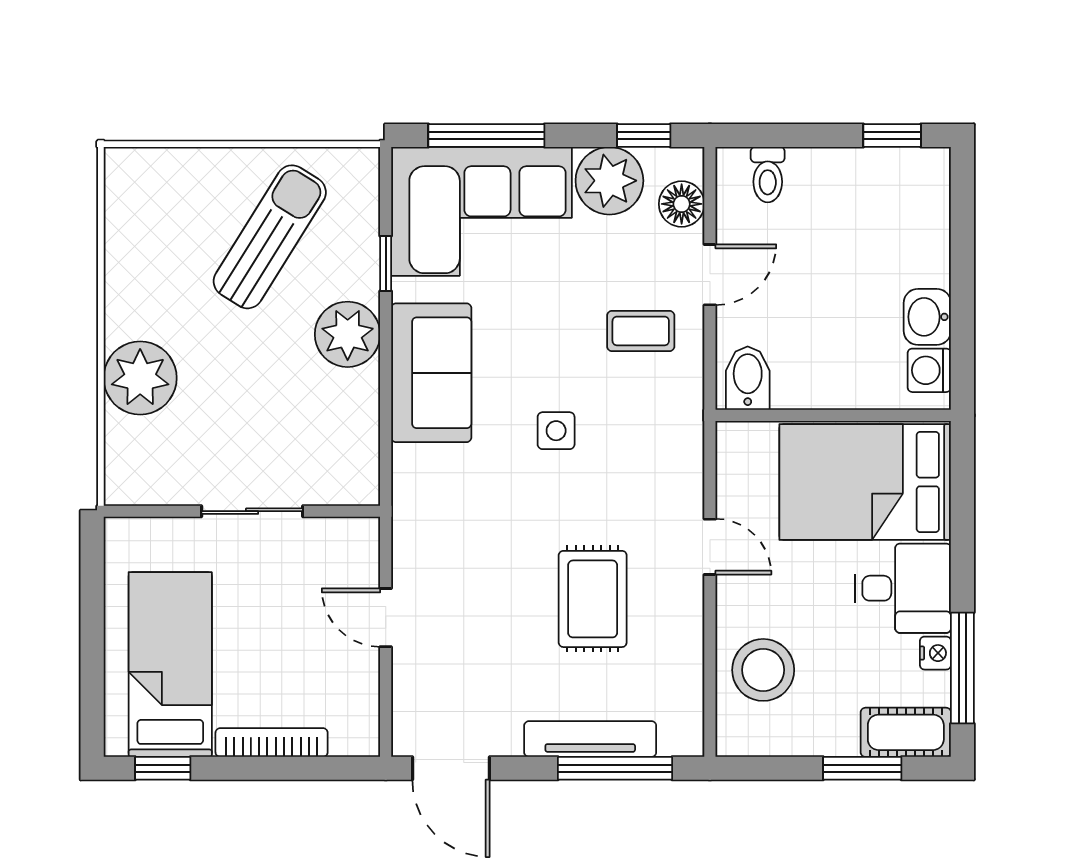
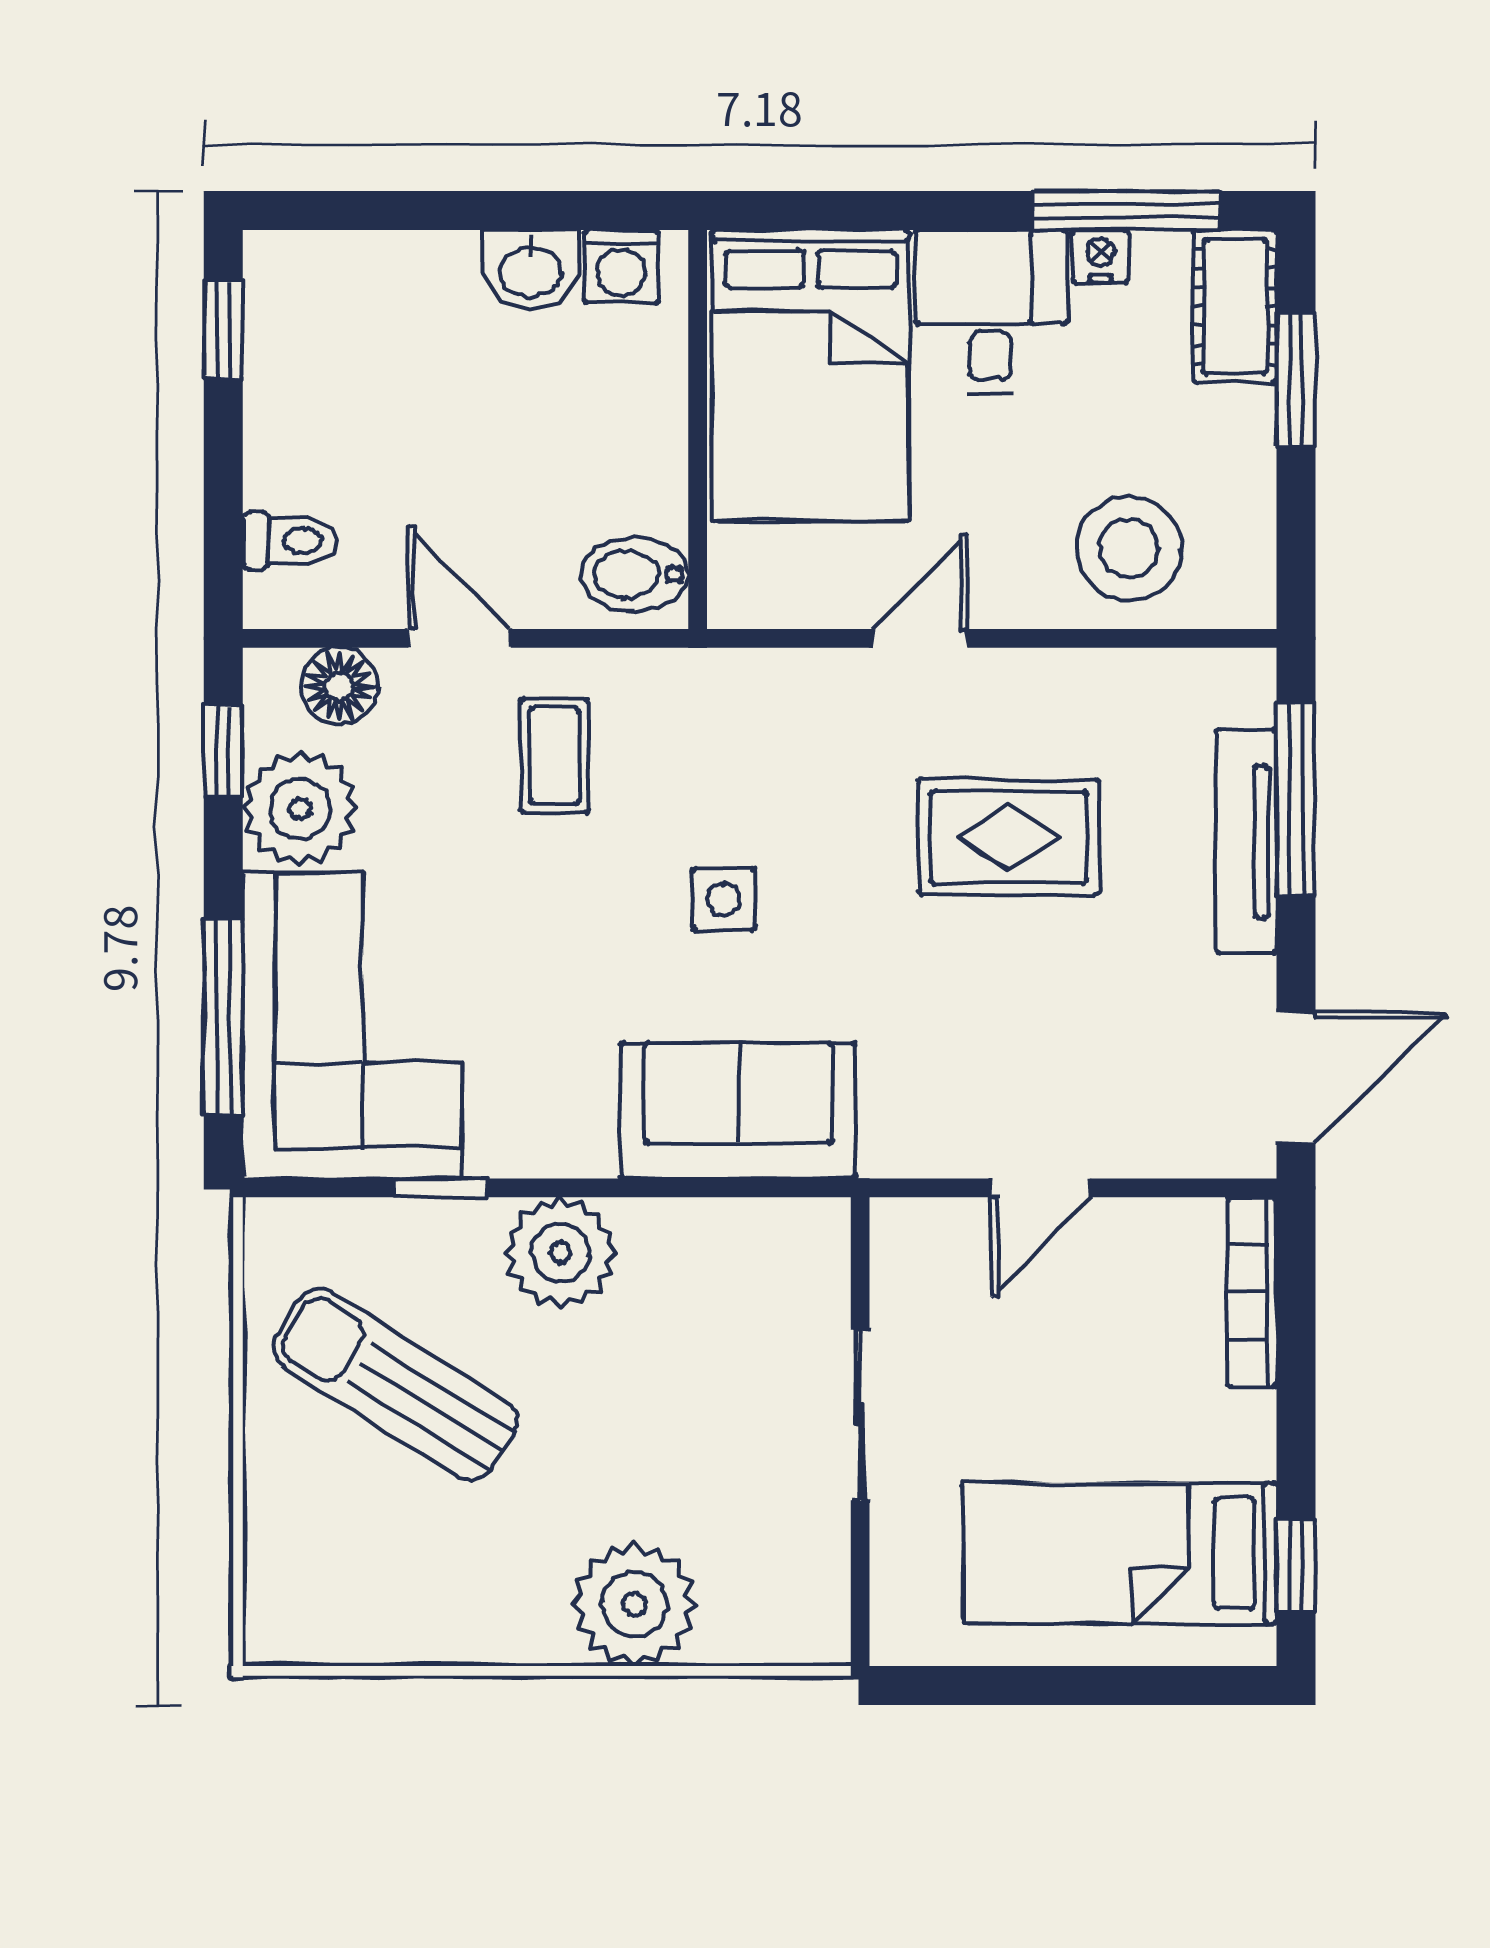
sofa: (431, 373) -> (738, 1111), moved
bookcase: (272, 743) -> (1252, 1292), moved

